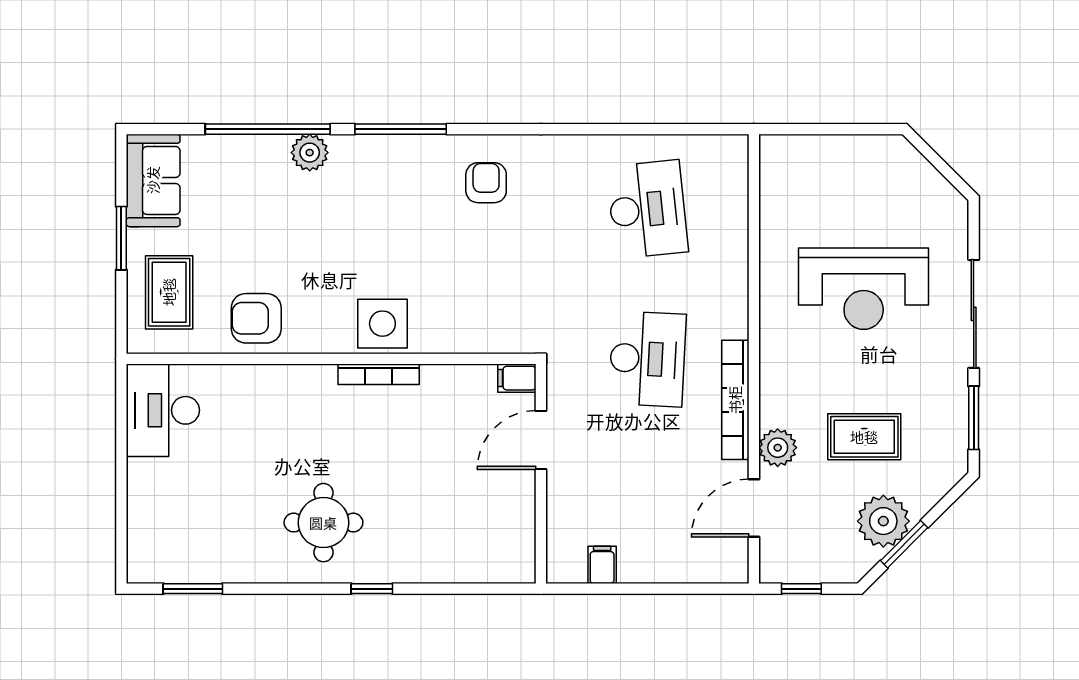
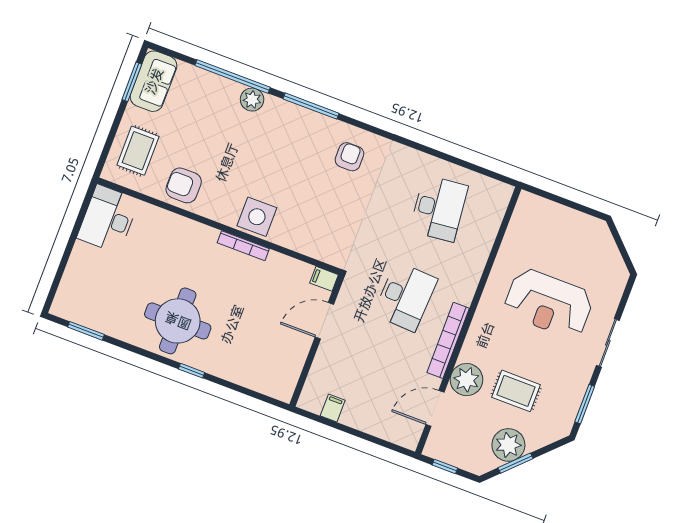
window: (121, 238) -> (132, 82), moved
sliding door: (974, 314) -> (608, 343), width x0.73
plant: (778, 448) -> (466, 380), width x1.36, depth x1.36
round table: (323, 523) -> (178, 321), width x1.36, depth x1.36

